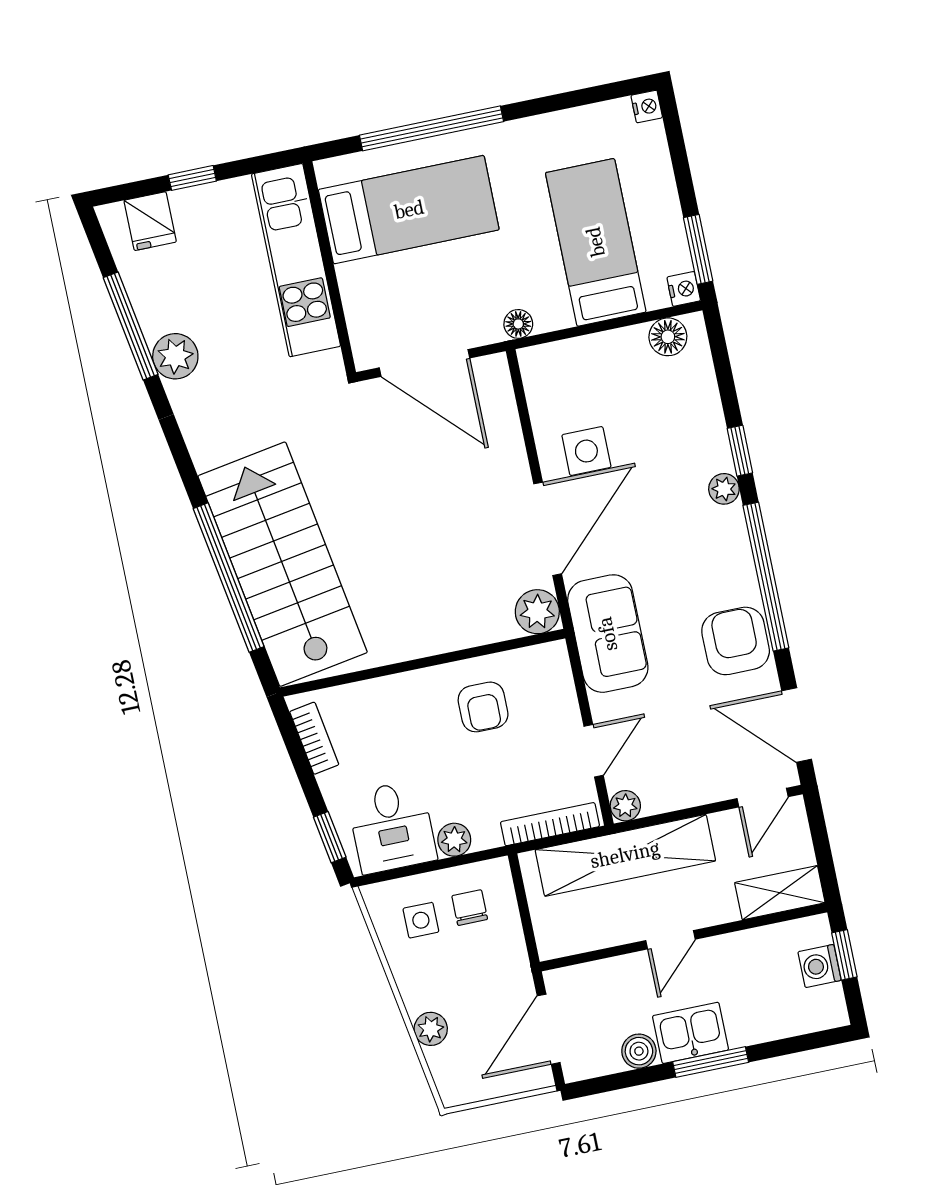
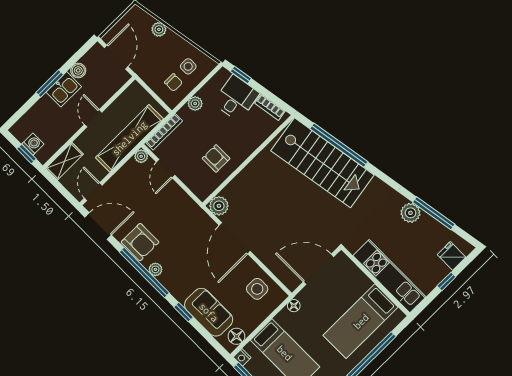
side table: (586, 451) -> (257, 289), moved
plant: (724, 489) -> (155, 269), moved
sofa: (608, 634) -> (209, 312), moved, turned 180
desk: (392, 827) -> (236, 98), moved, turned 80

